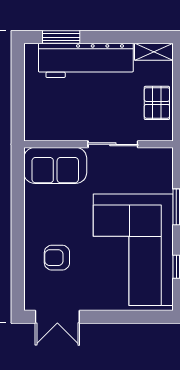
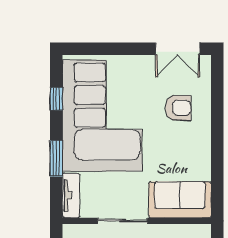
tv unit: (164, 170) -> (71, 195), added
double door: (57, 317) -> (178, 49), swing flipped

